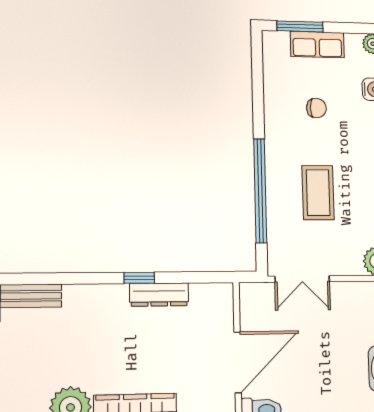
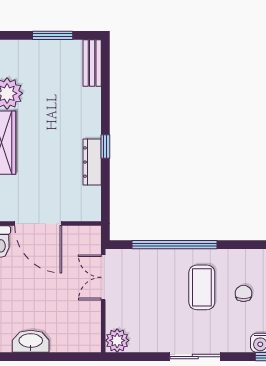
chair: (316, 108) -> (244, 293), turned 180
coffee table: (318, 193) -> (202, 287), moved, turned 90

